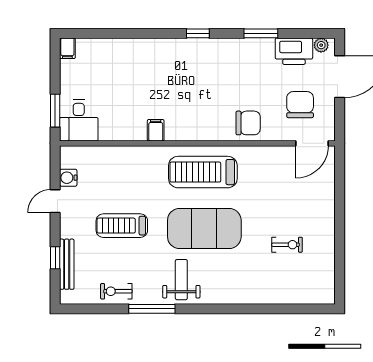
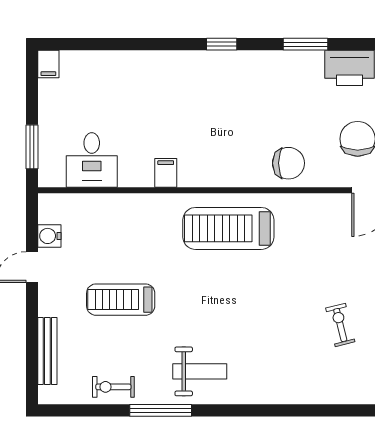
desk: (79, 121) -> (92, 160), moved
exercise mat: (204, 228) -> (230, 303), removed
exercise bike: (287, 245) -> (340, 325), turned -104
window: (55, 258) -> (32, 342), removed
weight bench: (181, 280) -> (200, 371), turned 90

